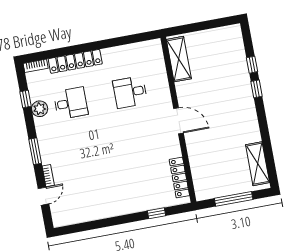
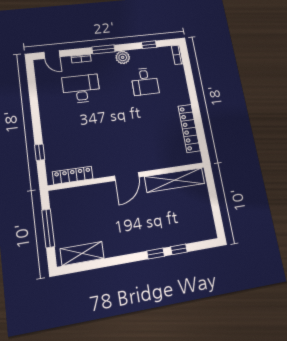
shelving: (179, 59) -> (175, 180), width x1.47
locker: (75, 61) -> (189, 128), moved
desk: (130, 92) -> (81, 89), moved, width x1.37
plant: (40, 109) -> (123, 57), moved
door: (43, 196) -> (52, 55), moved

